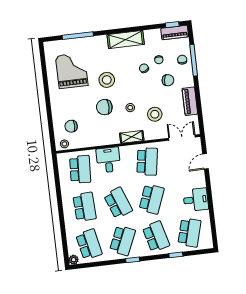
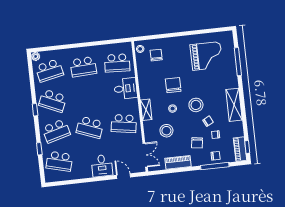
stool: (107, 80) -> (196, 105), moved
desk: (196, 200) -> (102, 166), moved
school desk: (118, 203) -> (87, 97), removed

